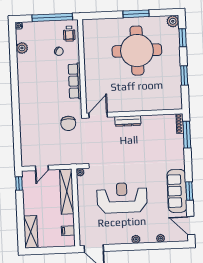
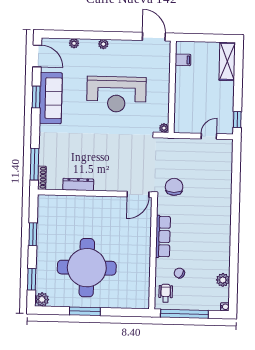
dresser: (128, 121) -> (78, 184), moved
shelving: (67, 192) -> (181, 106), removed

